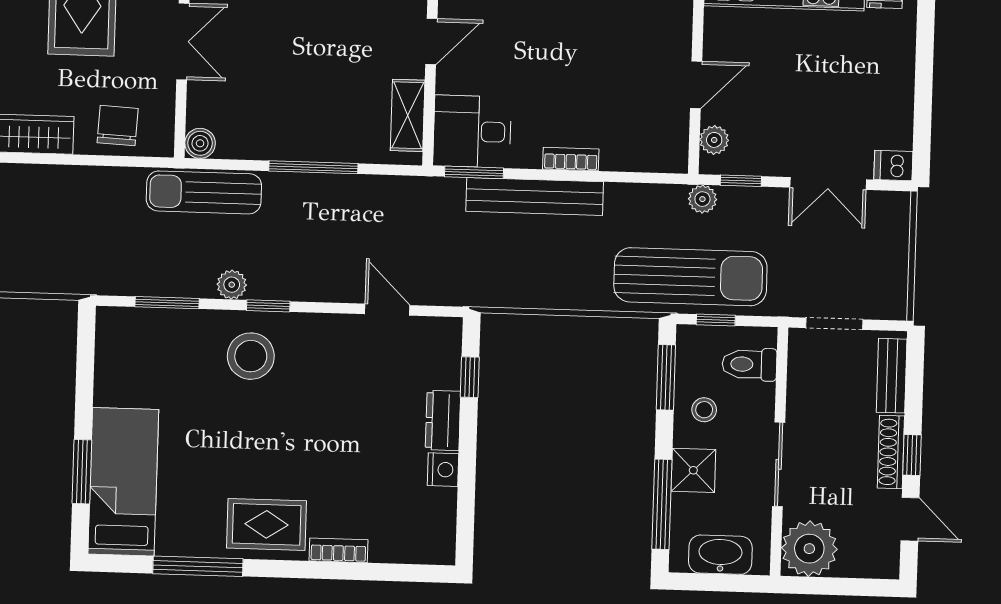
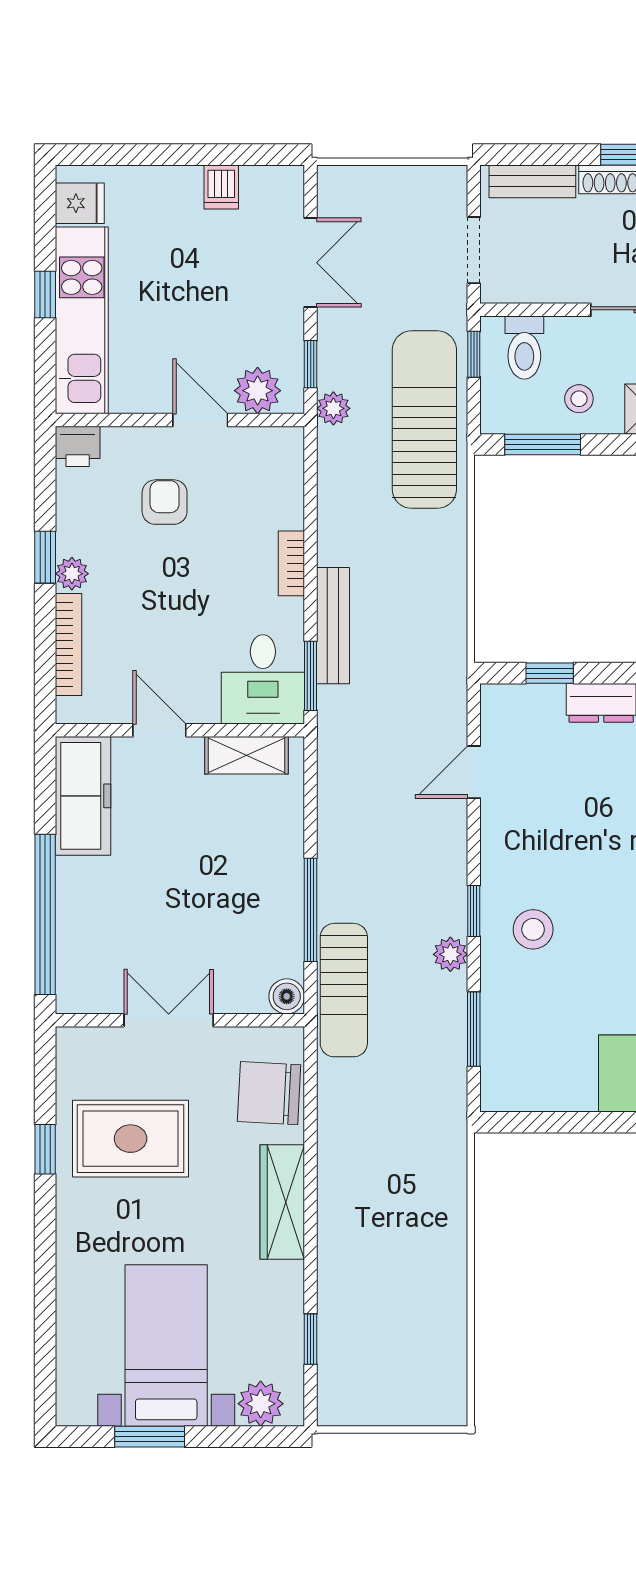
armchair: (627, 52) -> (165, 502), added
chair: (118, 126) -> (269, 1093), width x1.37, depth x1.37
plant: (714, 140) -> (258, 391), width x1.38, depth x1.38
dishwasher: (893, 166) -> (221, 187), moved
window: (313, 167) -> (311, 910), moved
bench: (535, 196) -> (333, 626), width x0.73, depth x0.82
window: (716, 320) -> (474, 354), moved
stool: (251, 356) -> (533, 929), width x0.73, depth x0.73

